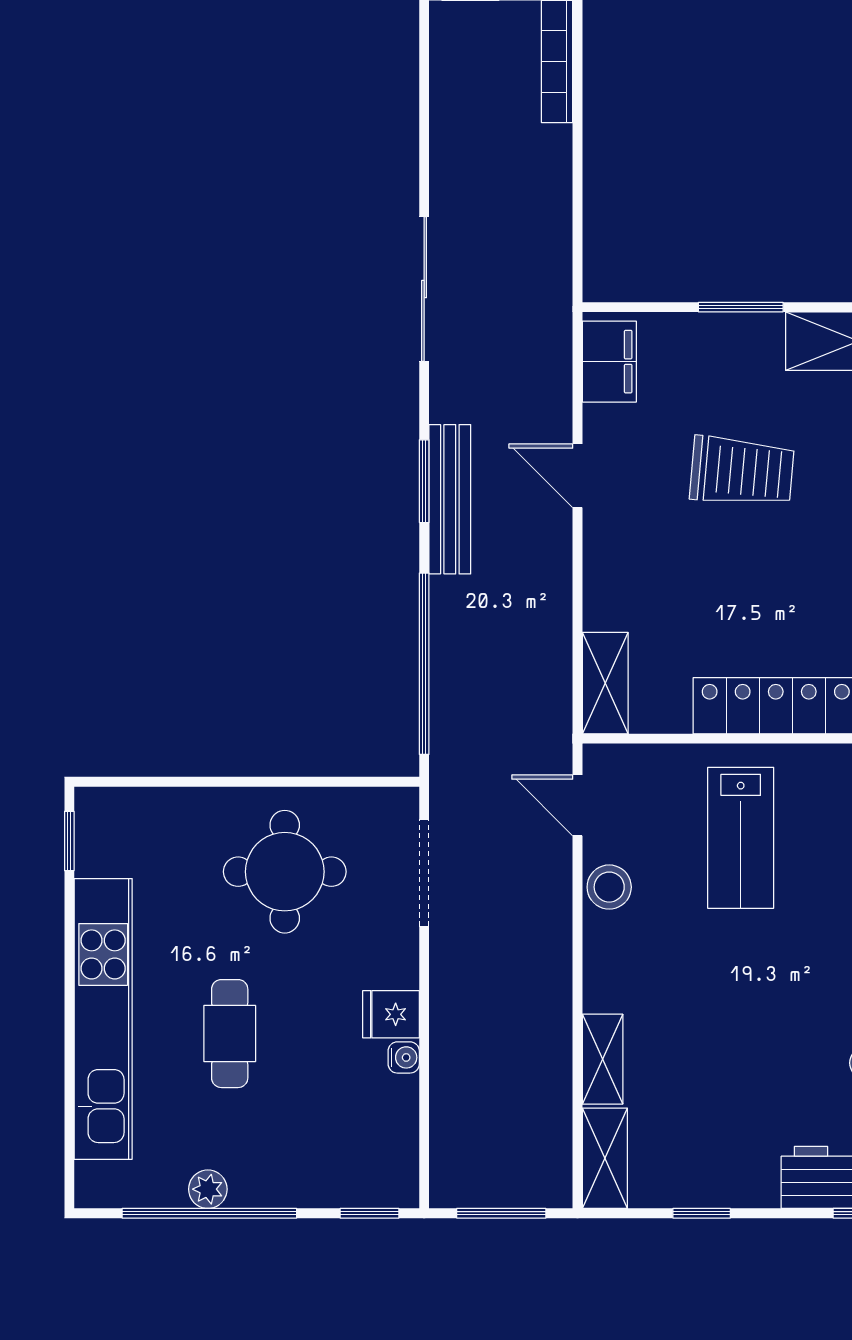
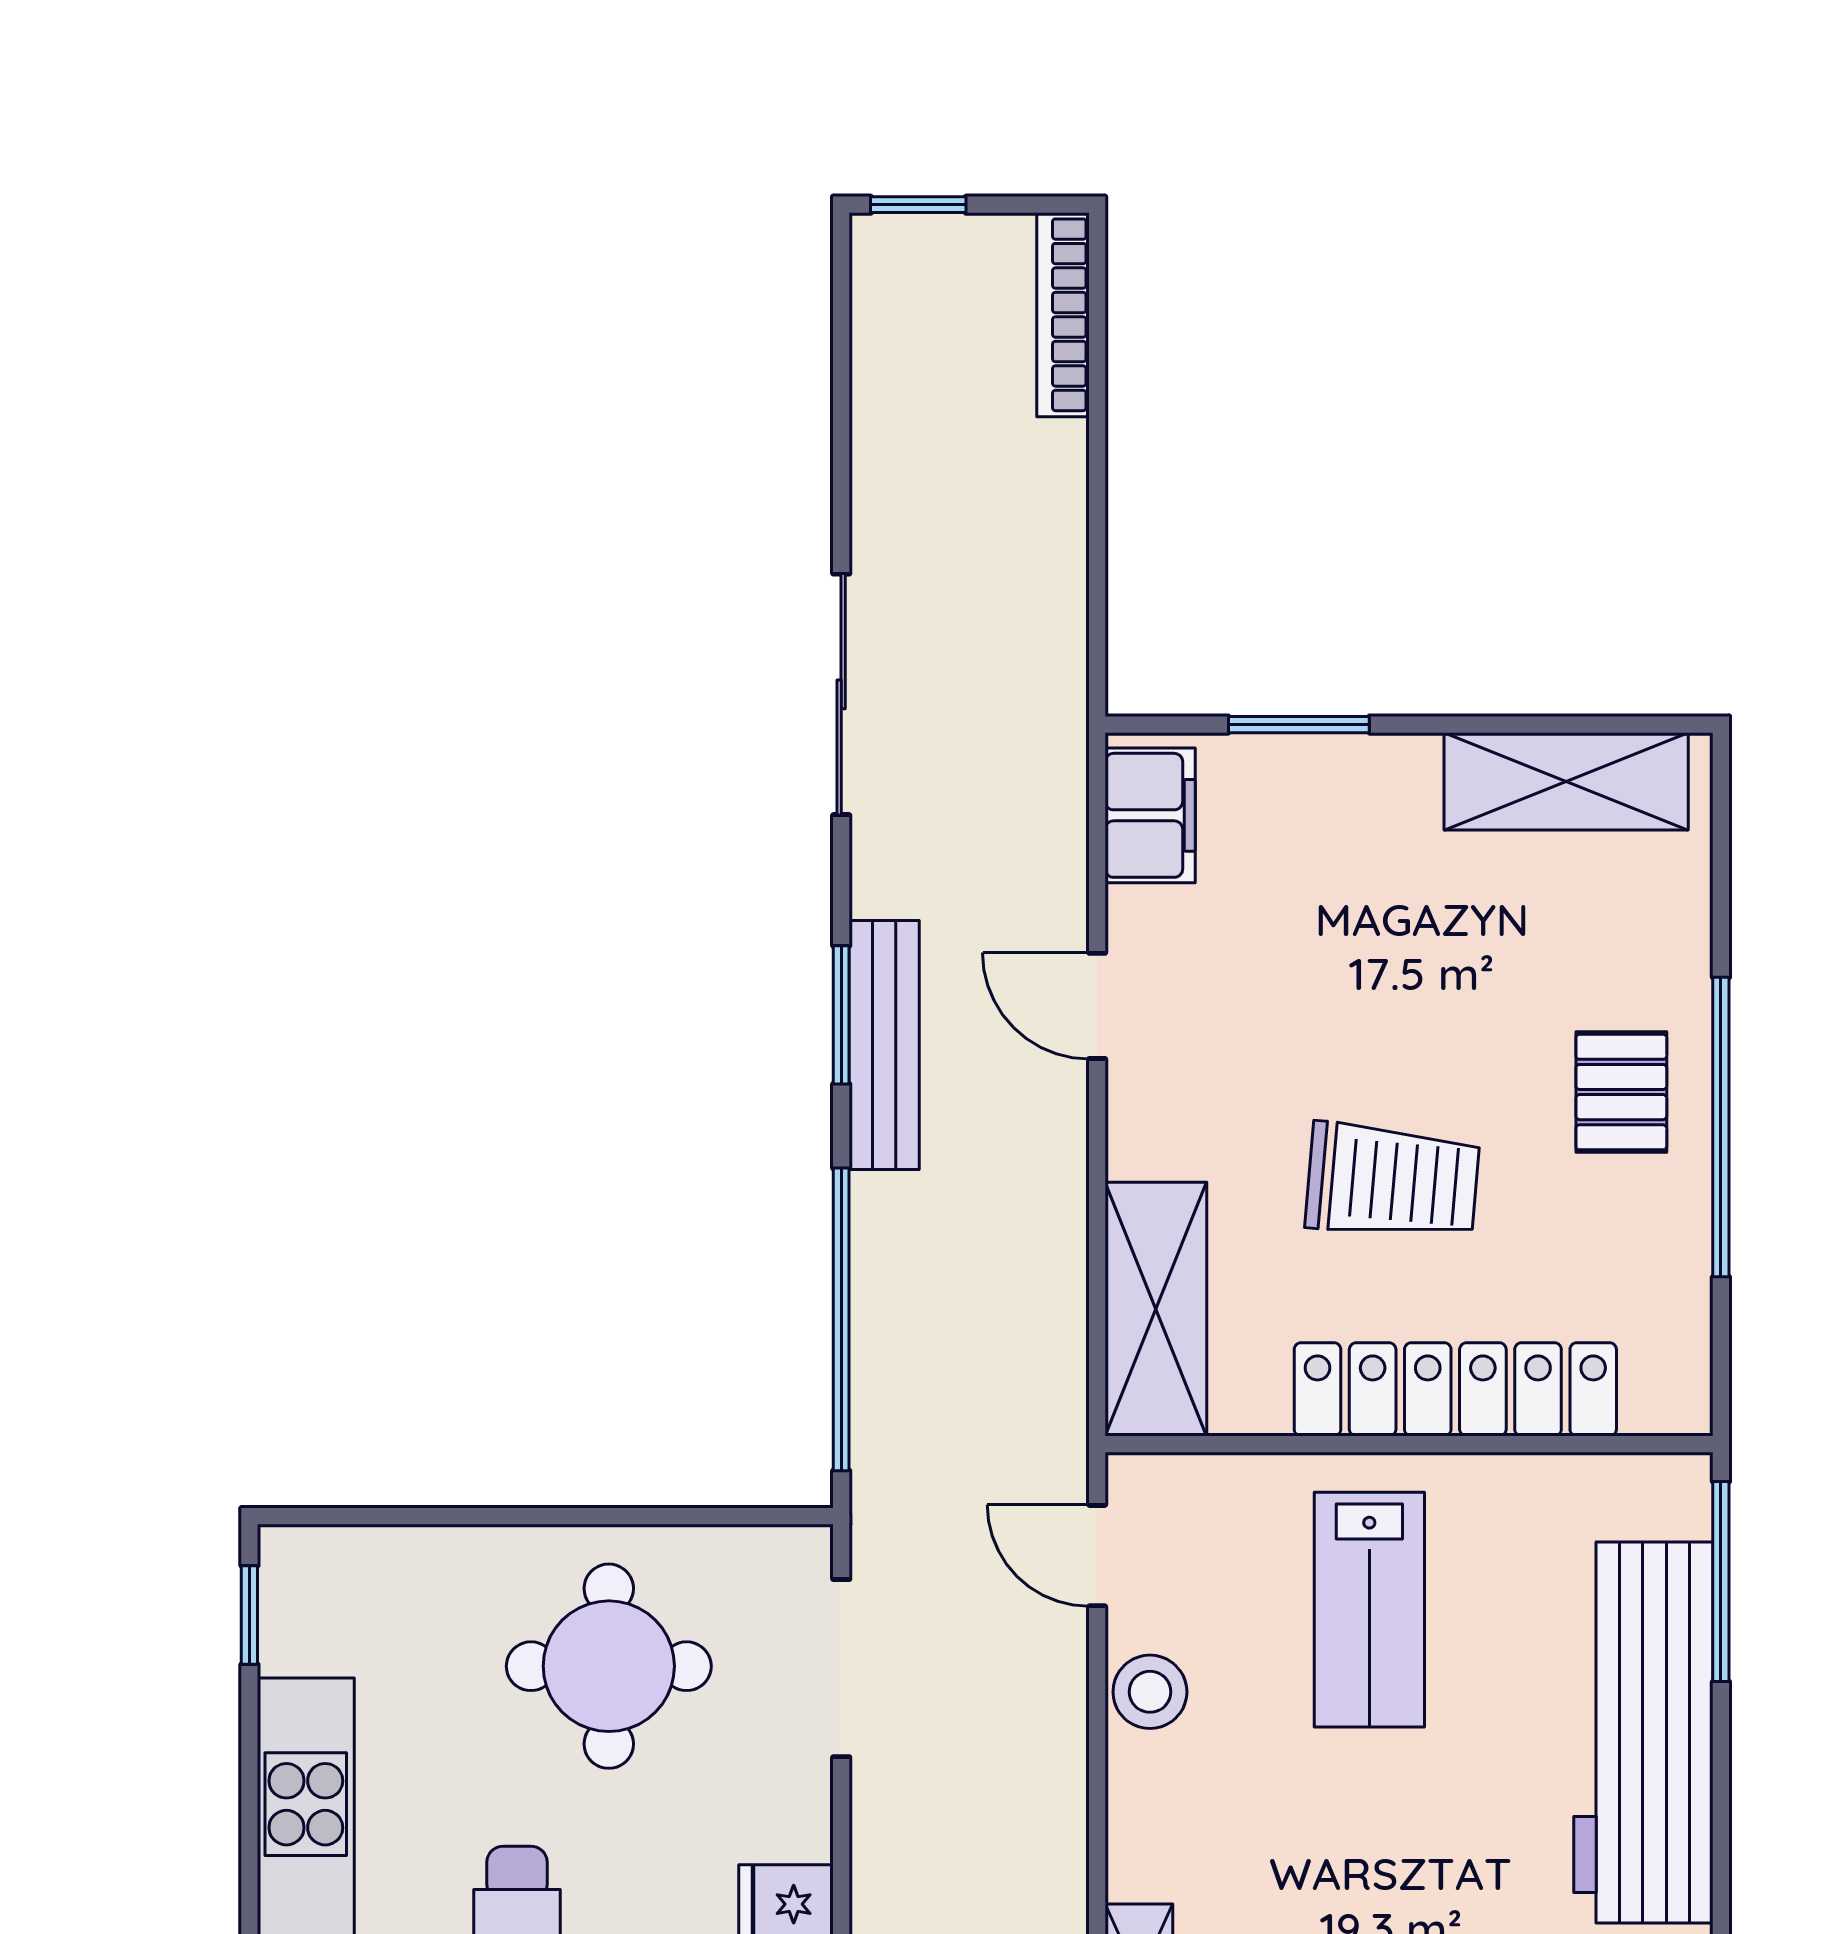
window: (741, 307) -> (1299, 725), moved
trolley: (742, 471) -> (1392, 1181), moved
shelving: (605, 683) -> (1156, 1309), width x1.50, depth x1.33

